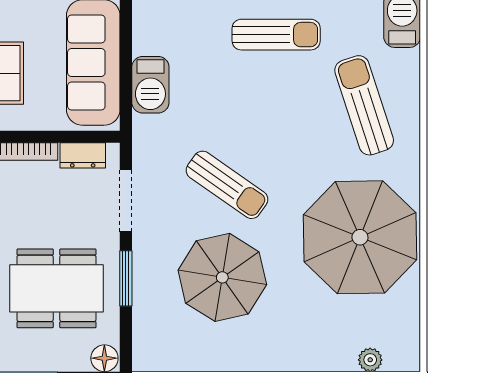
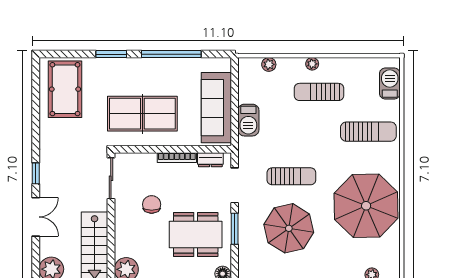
sun lounger: (276, 35) -> (319, 92), turned 180
sun lounger: (364, 105) -> (368, 132), turned 108
sun lounger: (227, 185) -> (291, 176), turned -35

